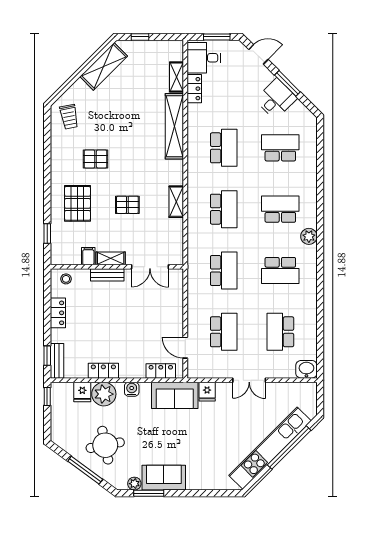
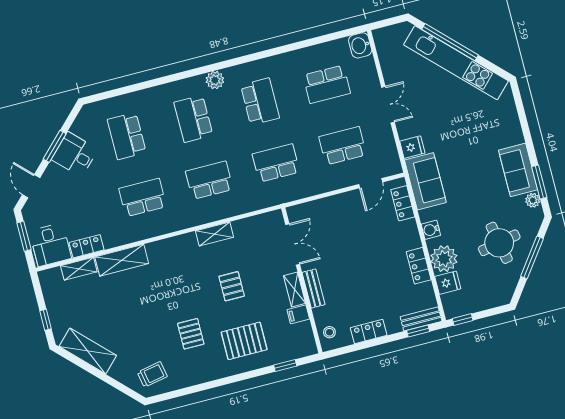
shelving: (174, 126) -> (122, 260), width x0.68

